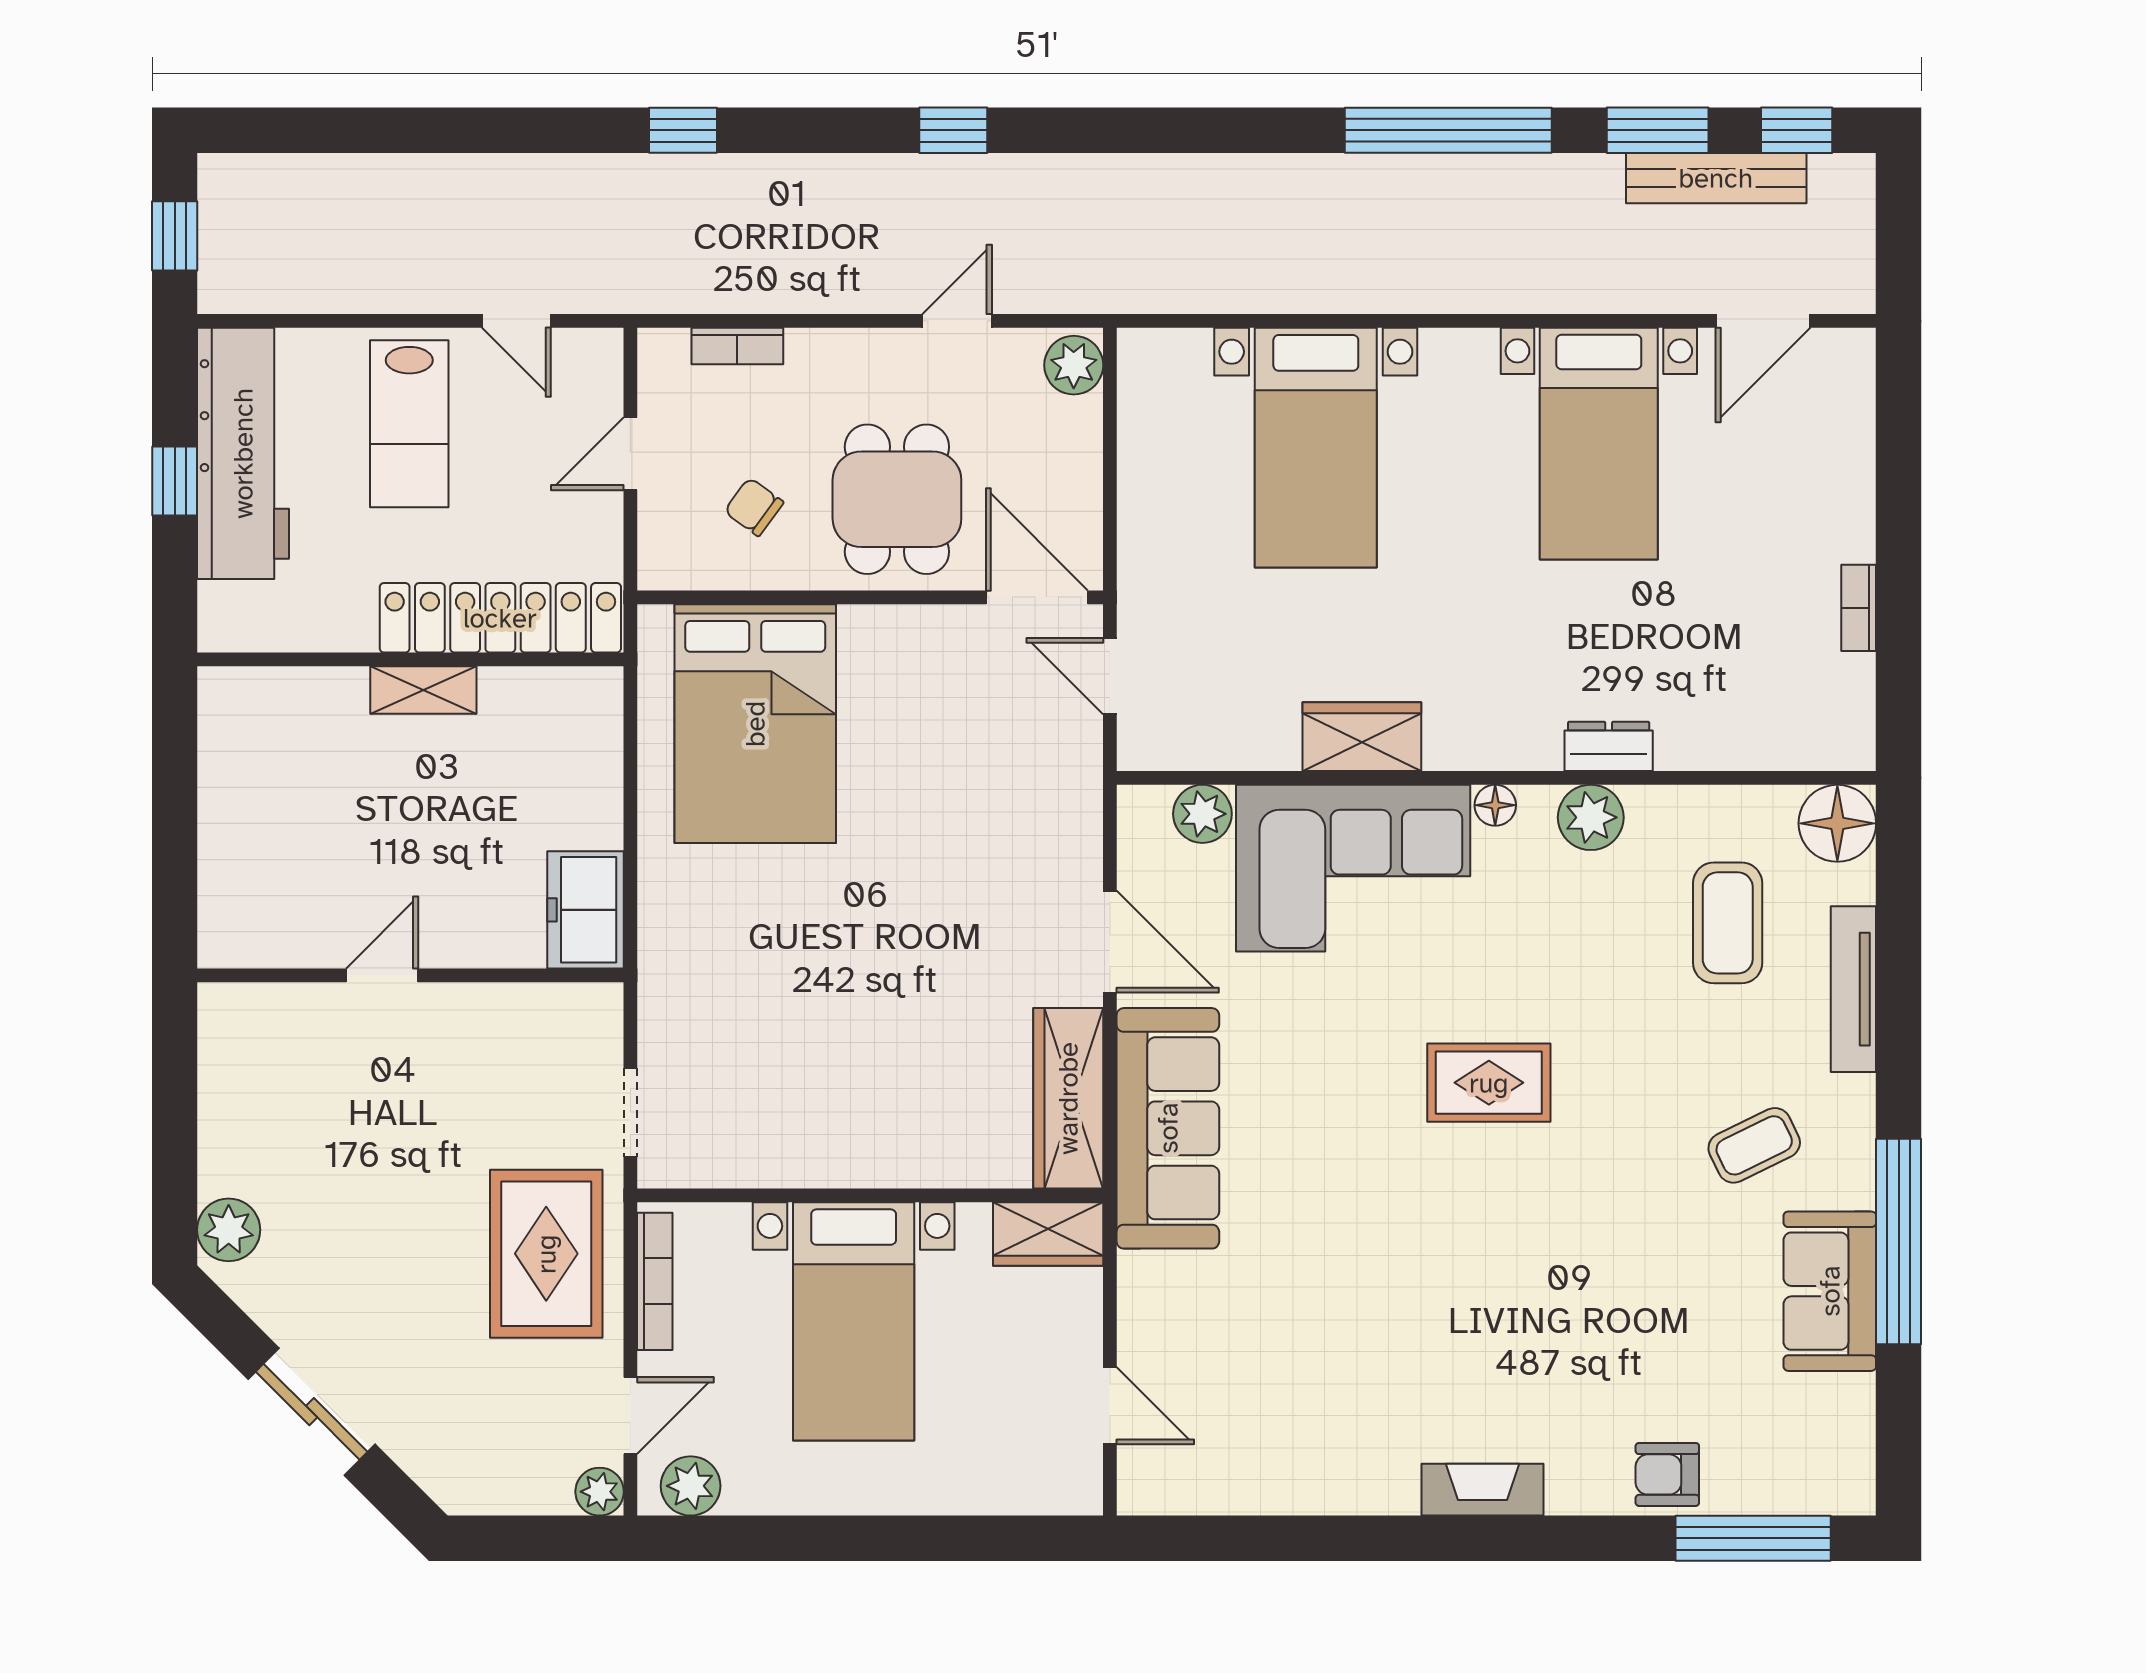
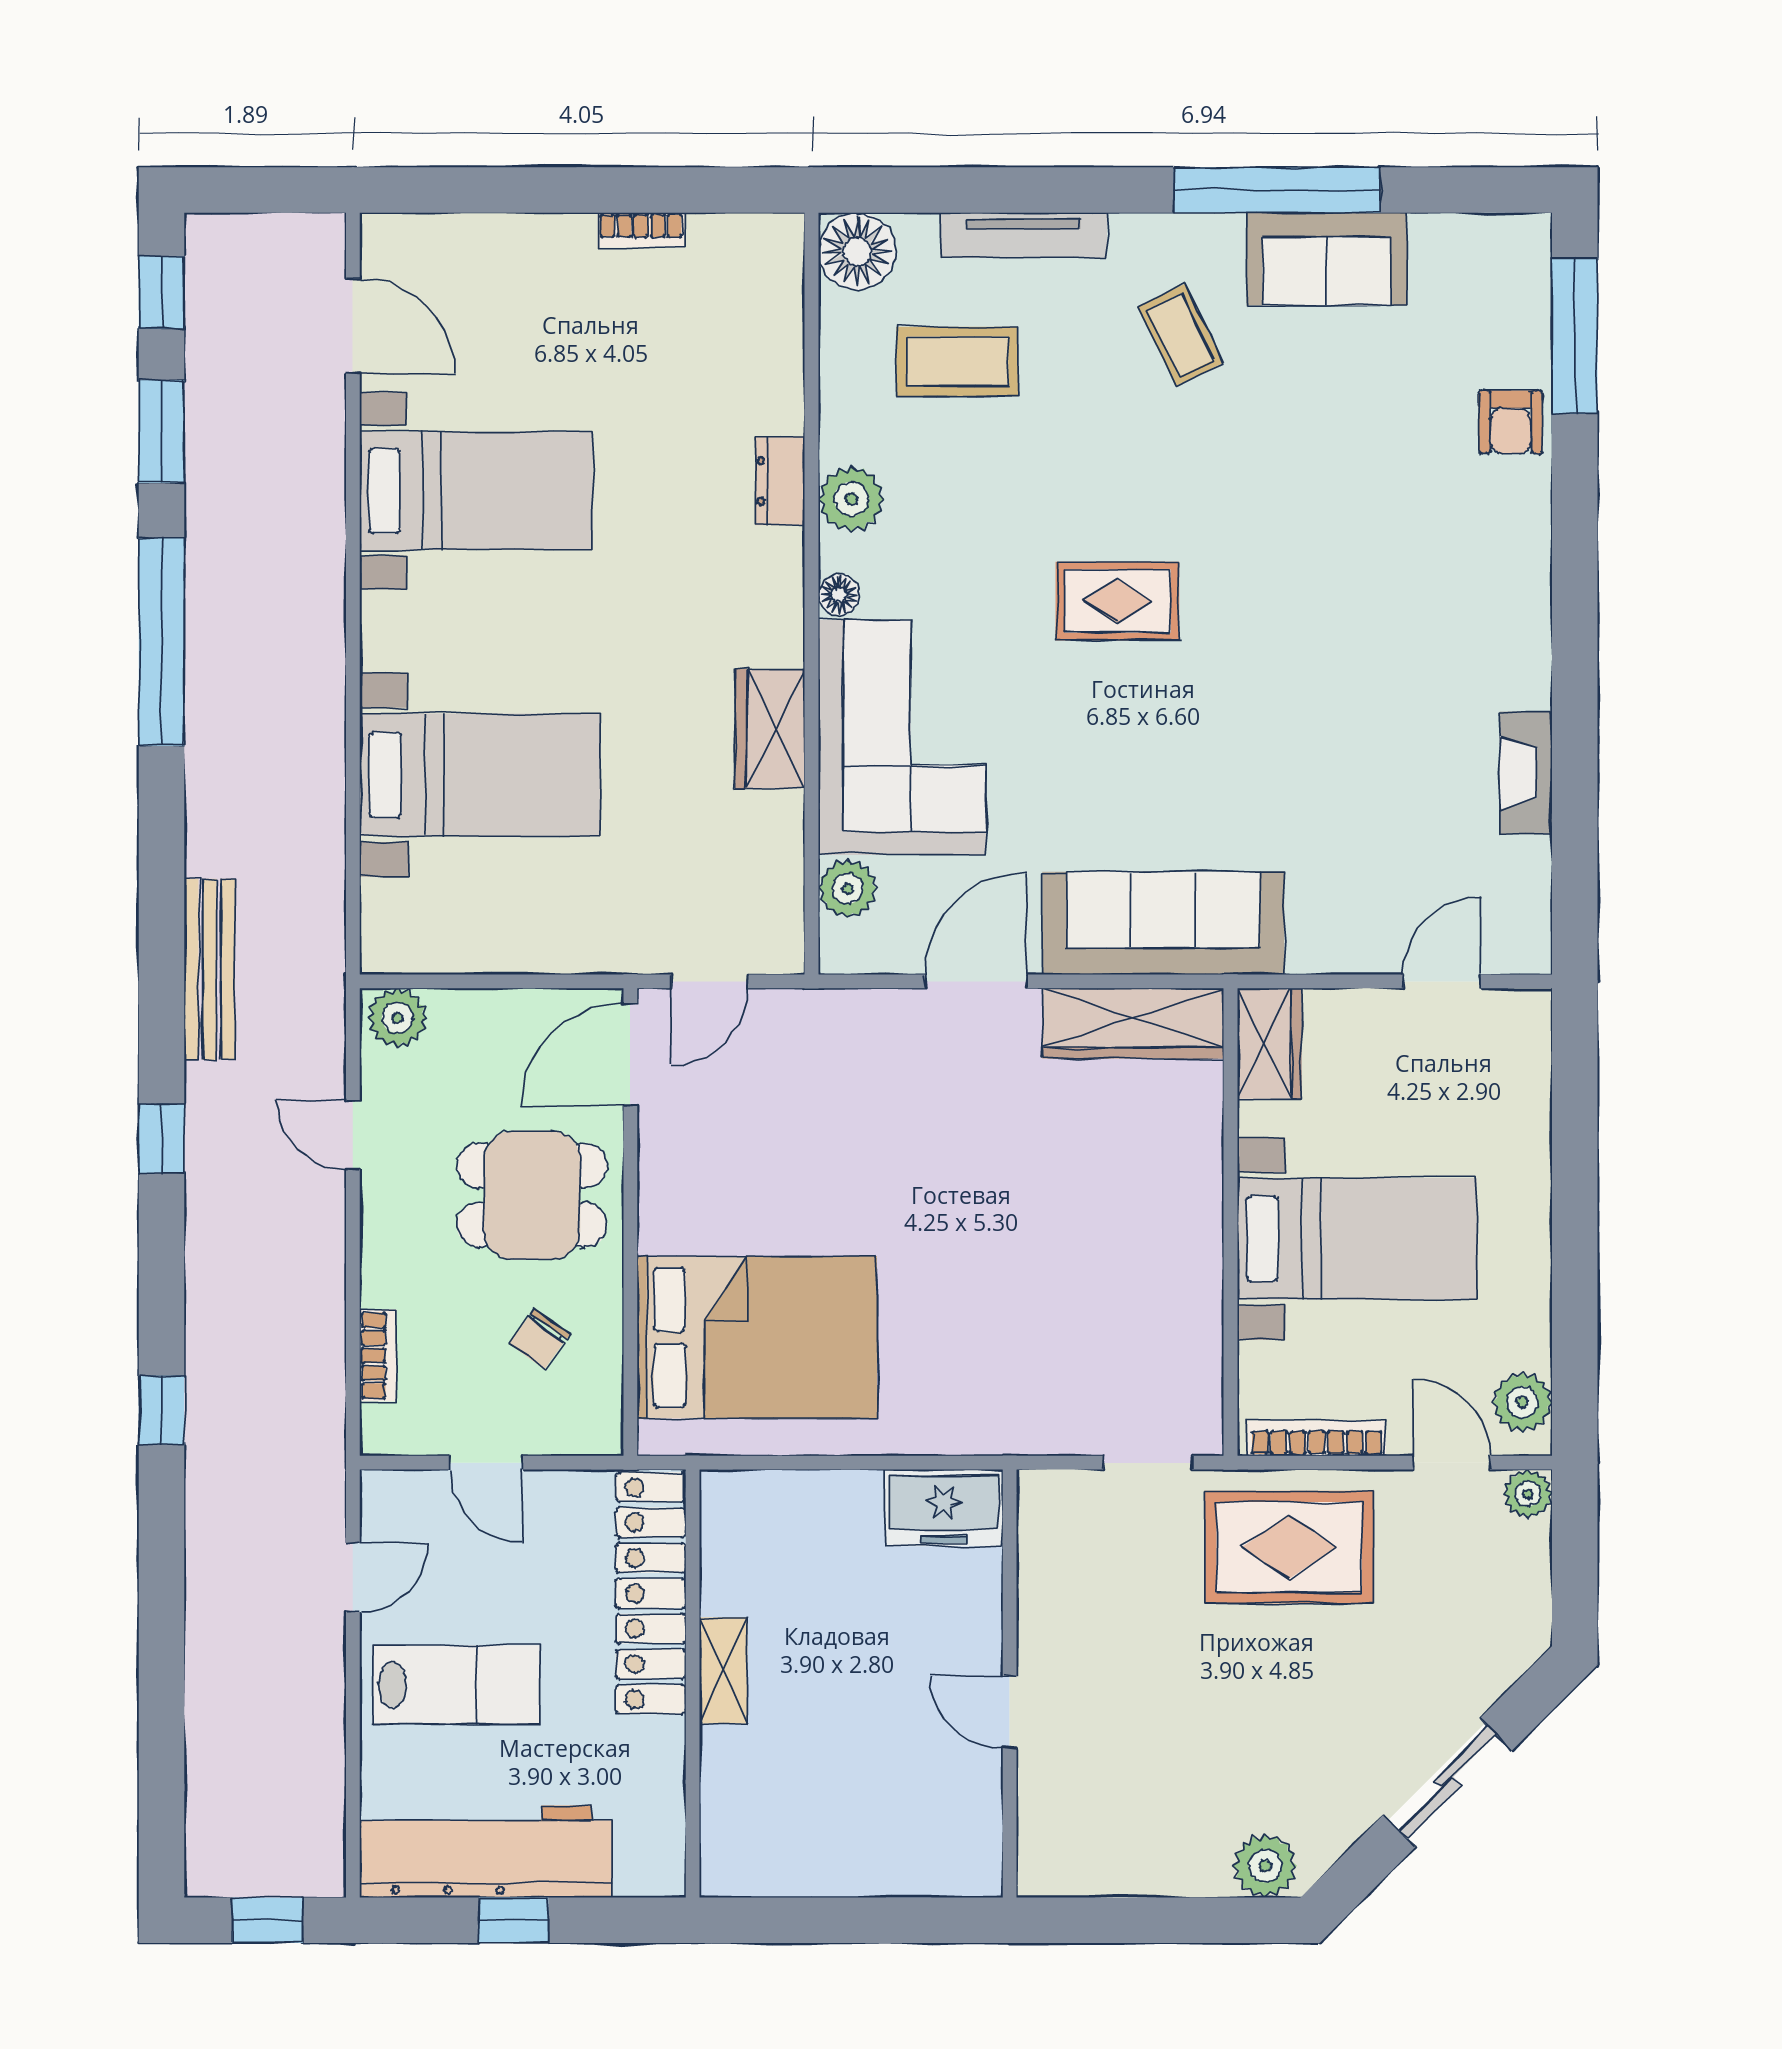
bench: (1716, 178) -> (210, 969), moved
rug: (1489, 1083) -> (1117, 601), turned 90
fireplace: (1482, 1490) -> (1526, 773), moved

